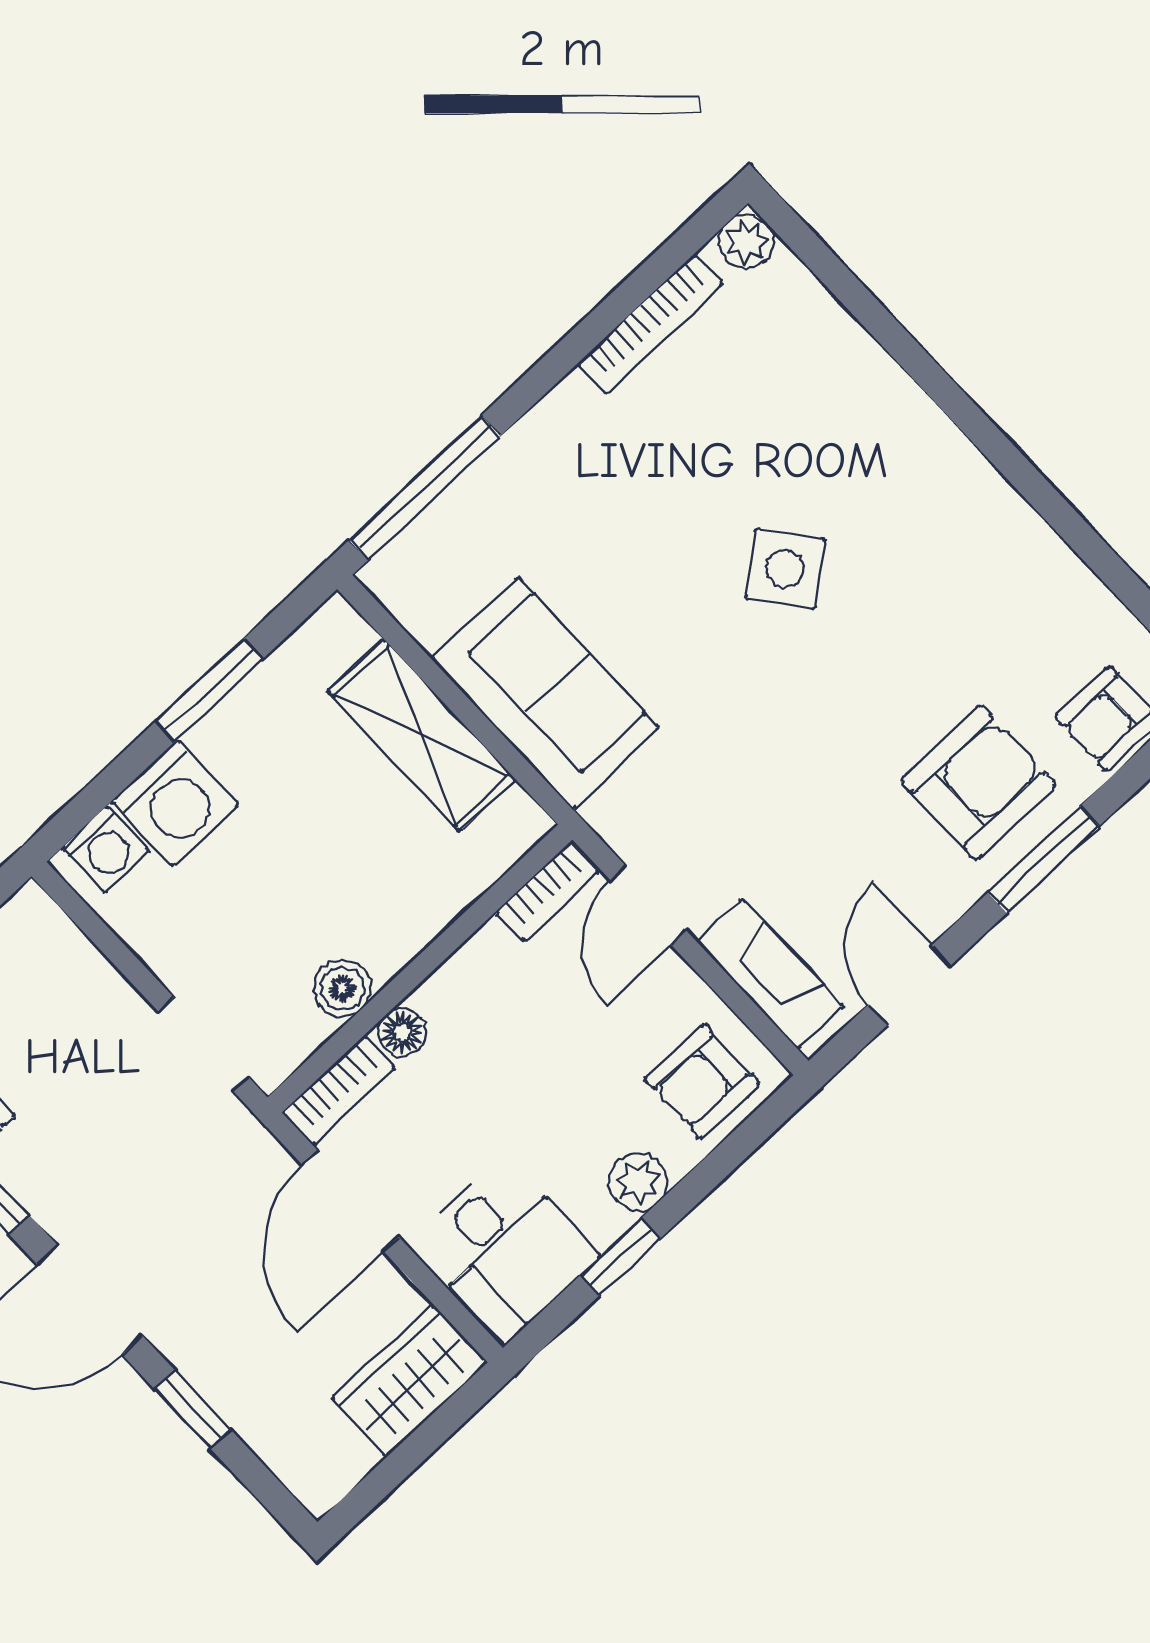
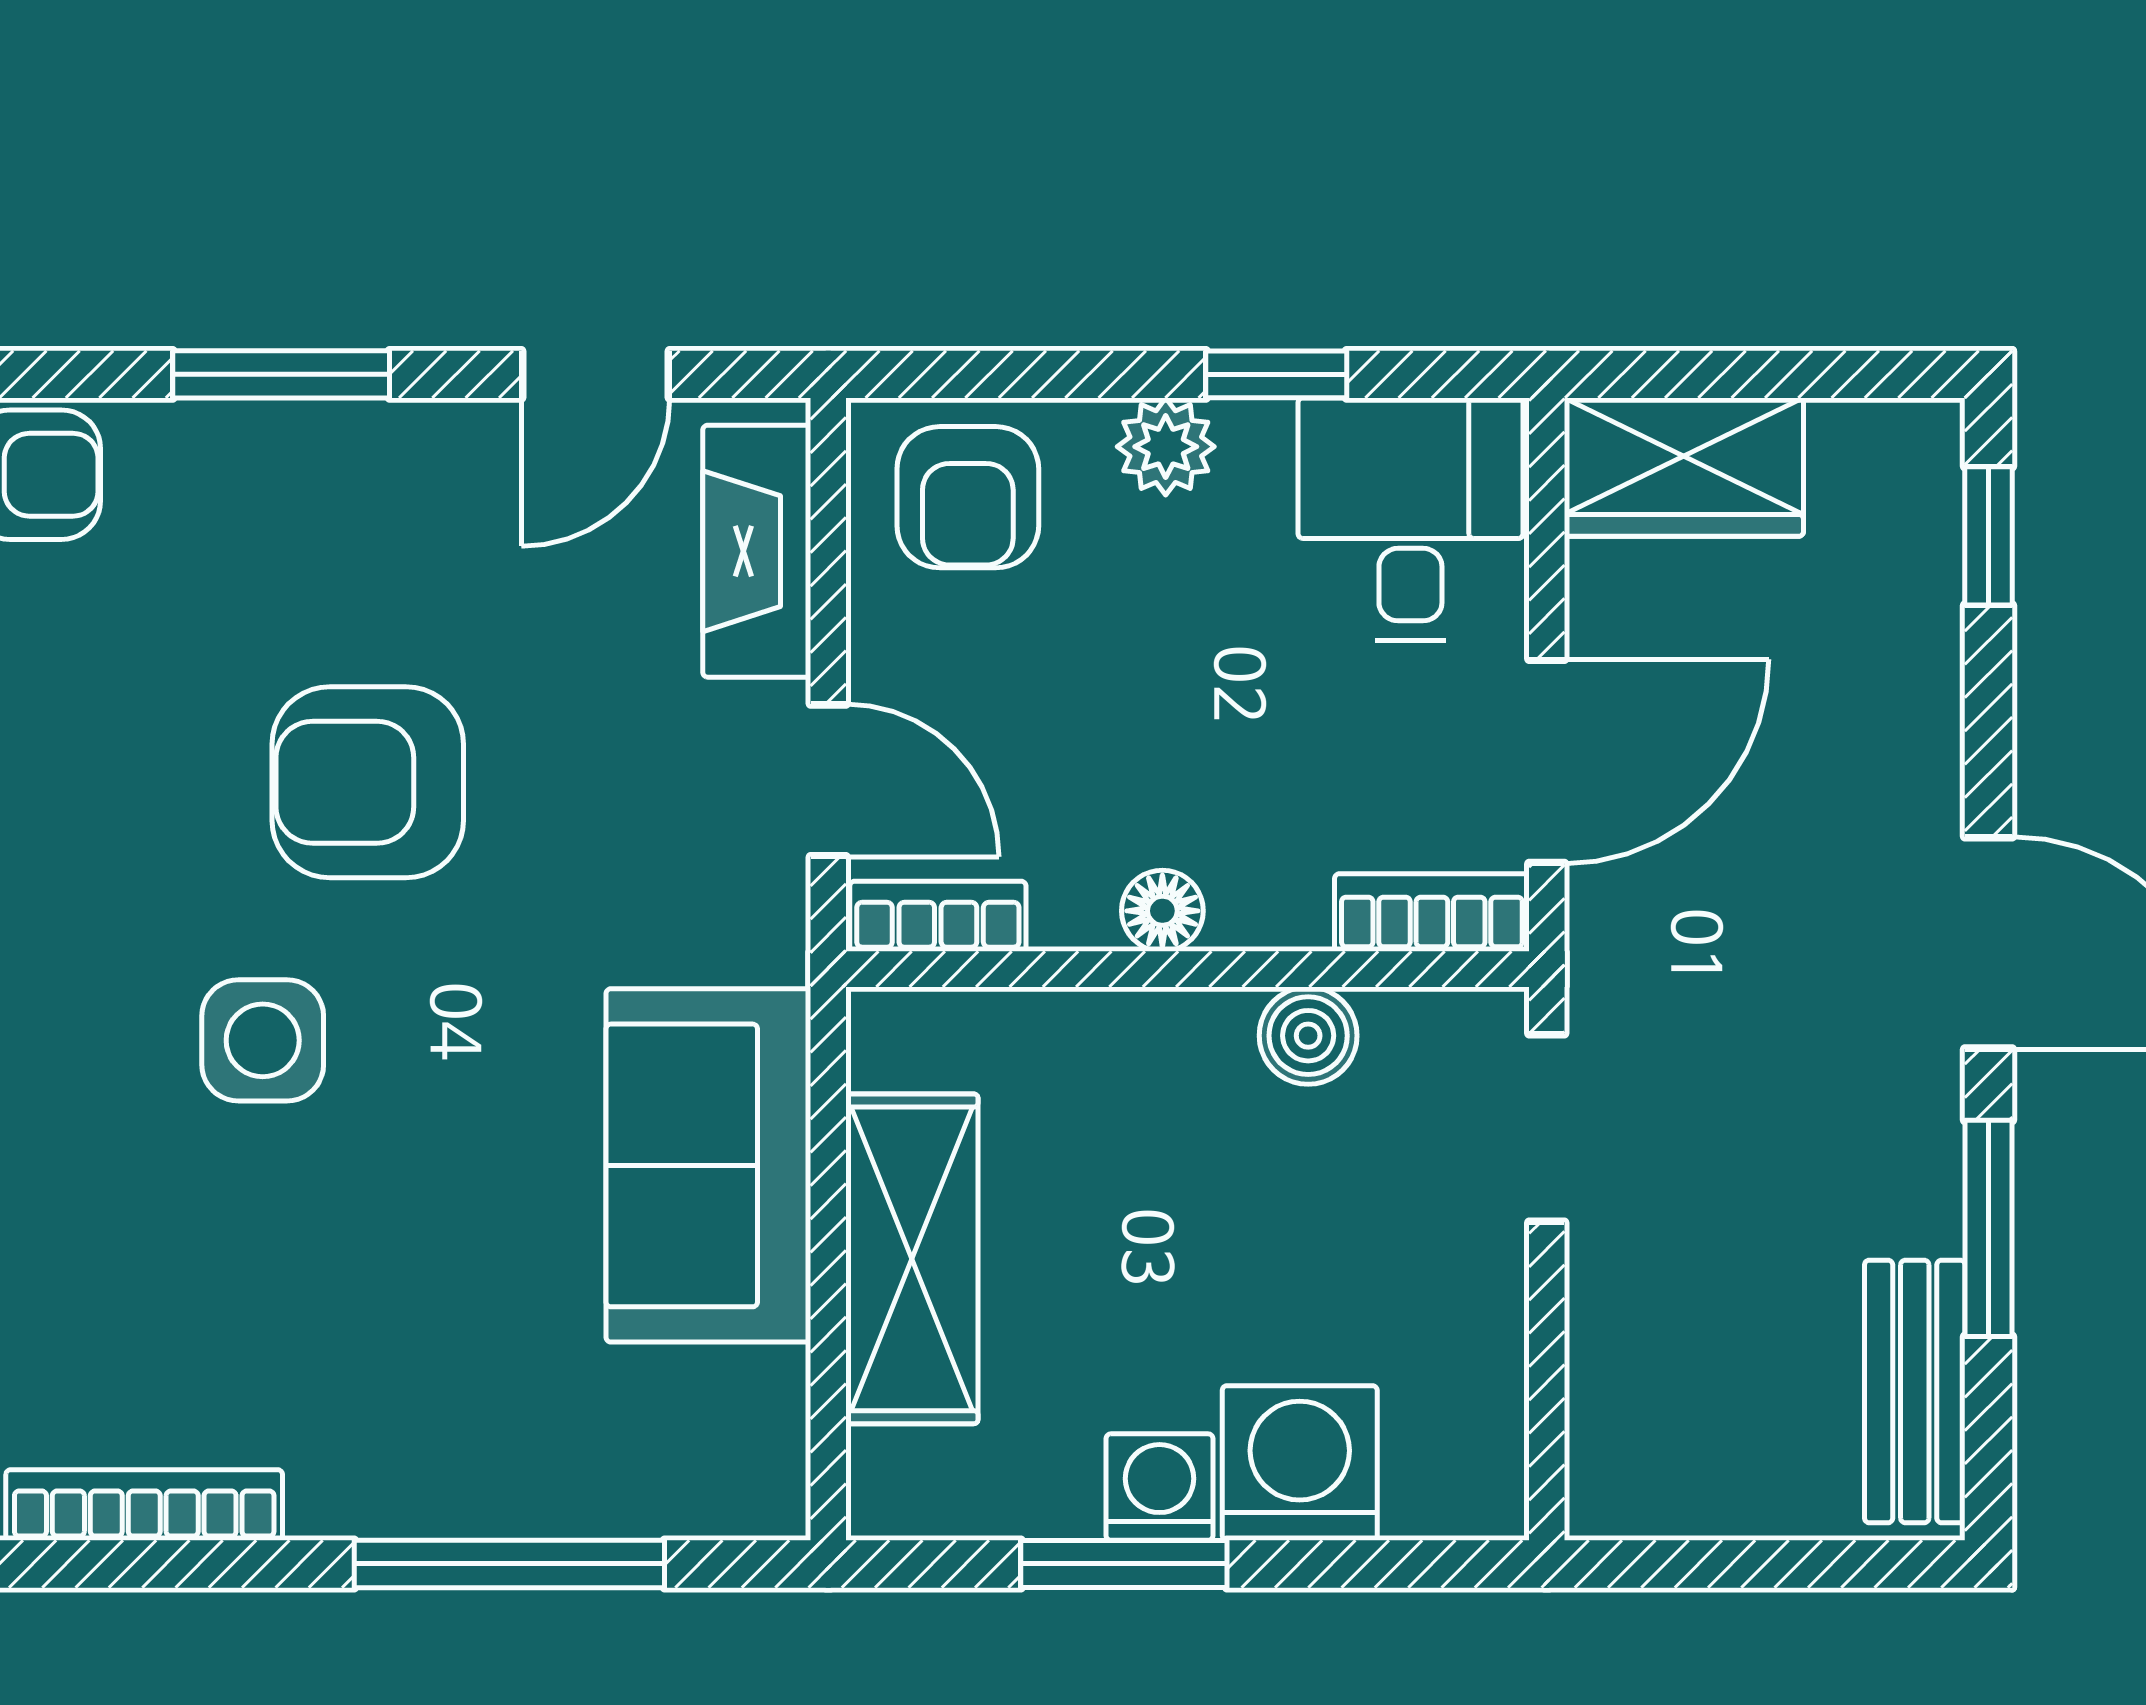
window: (425, 488) -> (509, 1564), moved
side table: (785, 569) -> (263, 1040), turned 38
armchair: (978, 782) -> (368, 782), moved
washing machine: (106, 849) -> (1159, 1487), moved
door: (648, 905) -> (828, 780), hinge flipped
floor lamp: (402, 1032) -> (1162, 911), moved
armchair: (702, 1082) -> (968, 497), turned 90
window: (192, 1409) -> (1989, 536), moved

